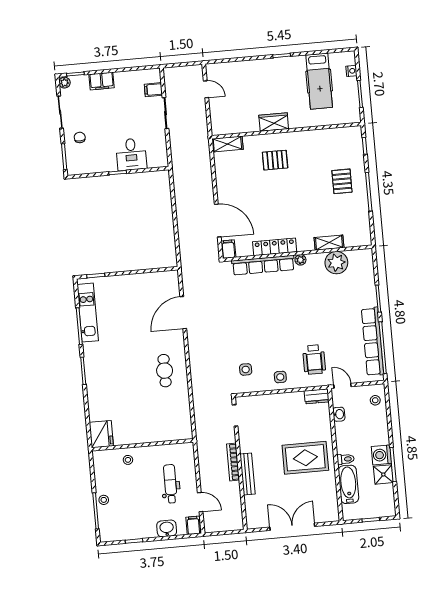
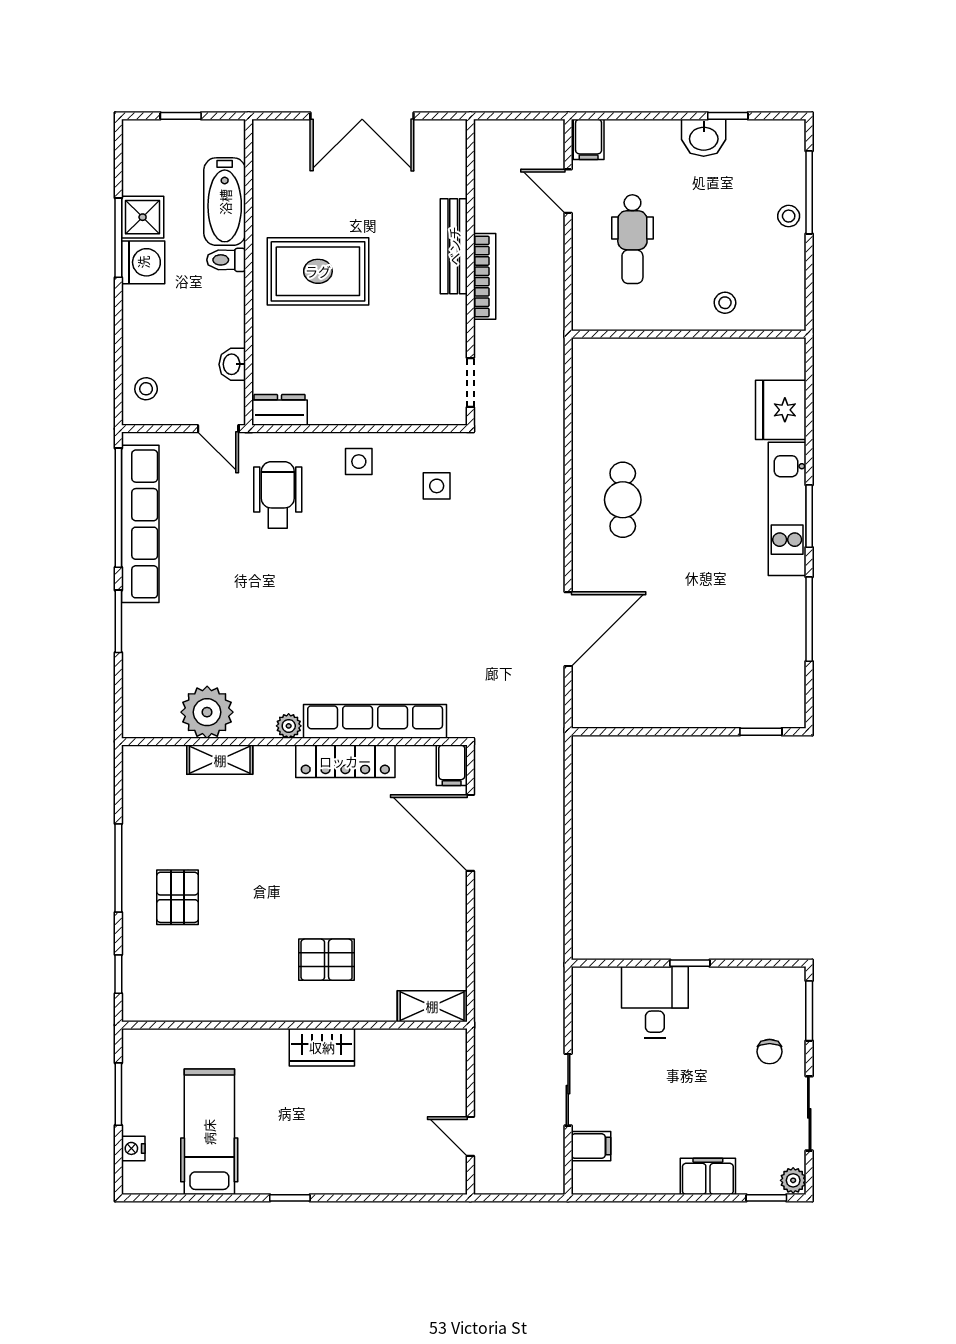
kitchen unit: (88, 313) -> (787, 509), moved
fridge: (101, 434) -> (781, 410), moved
washbasin: (167, 528) -> (704, 138), moved

